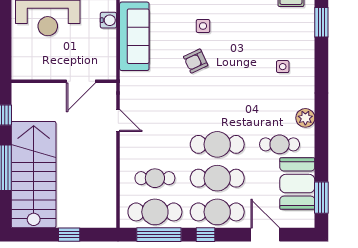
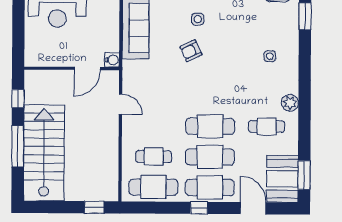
water cooler: (108, 20) -> (112, 60), moved
booth: (297, 184) -> (282, 179), moved
window: (69, 235) -> (94, 207), moved
window: (159, 235) -> (157, 208), removed

